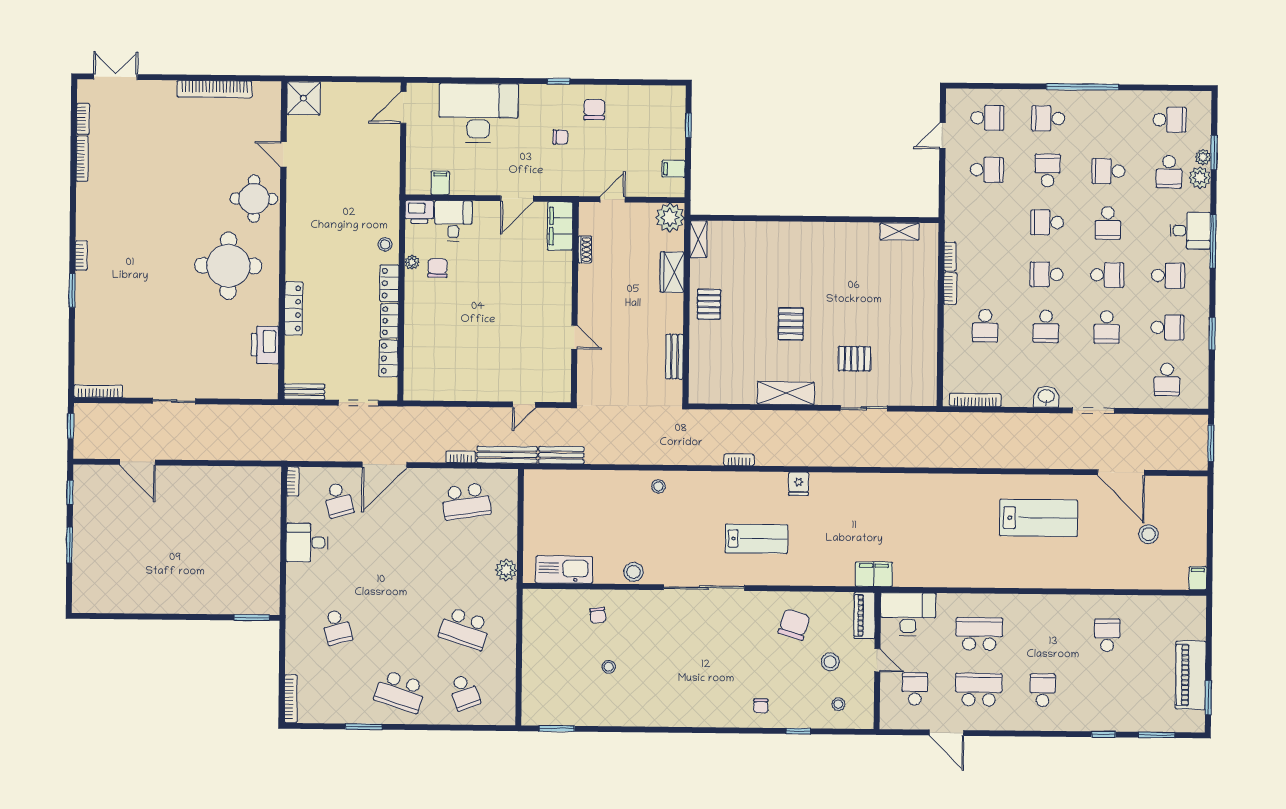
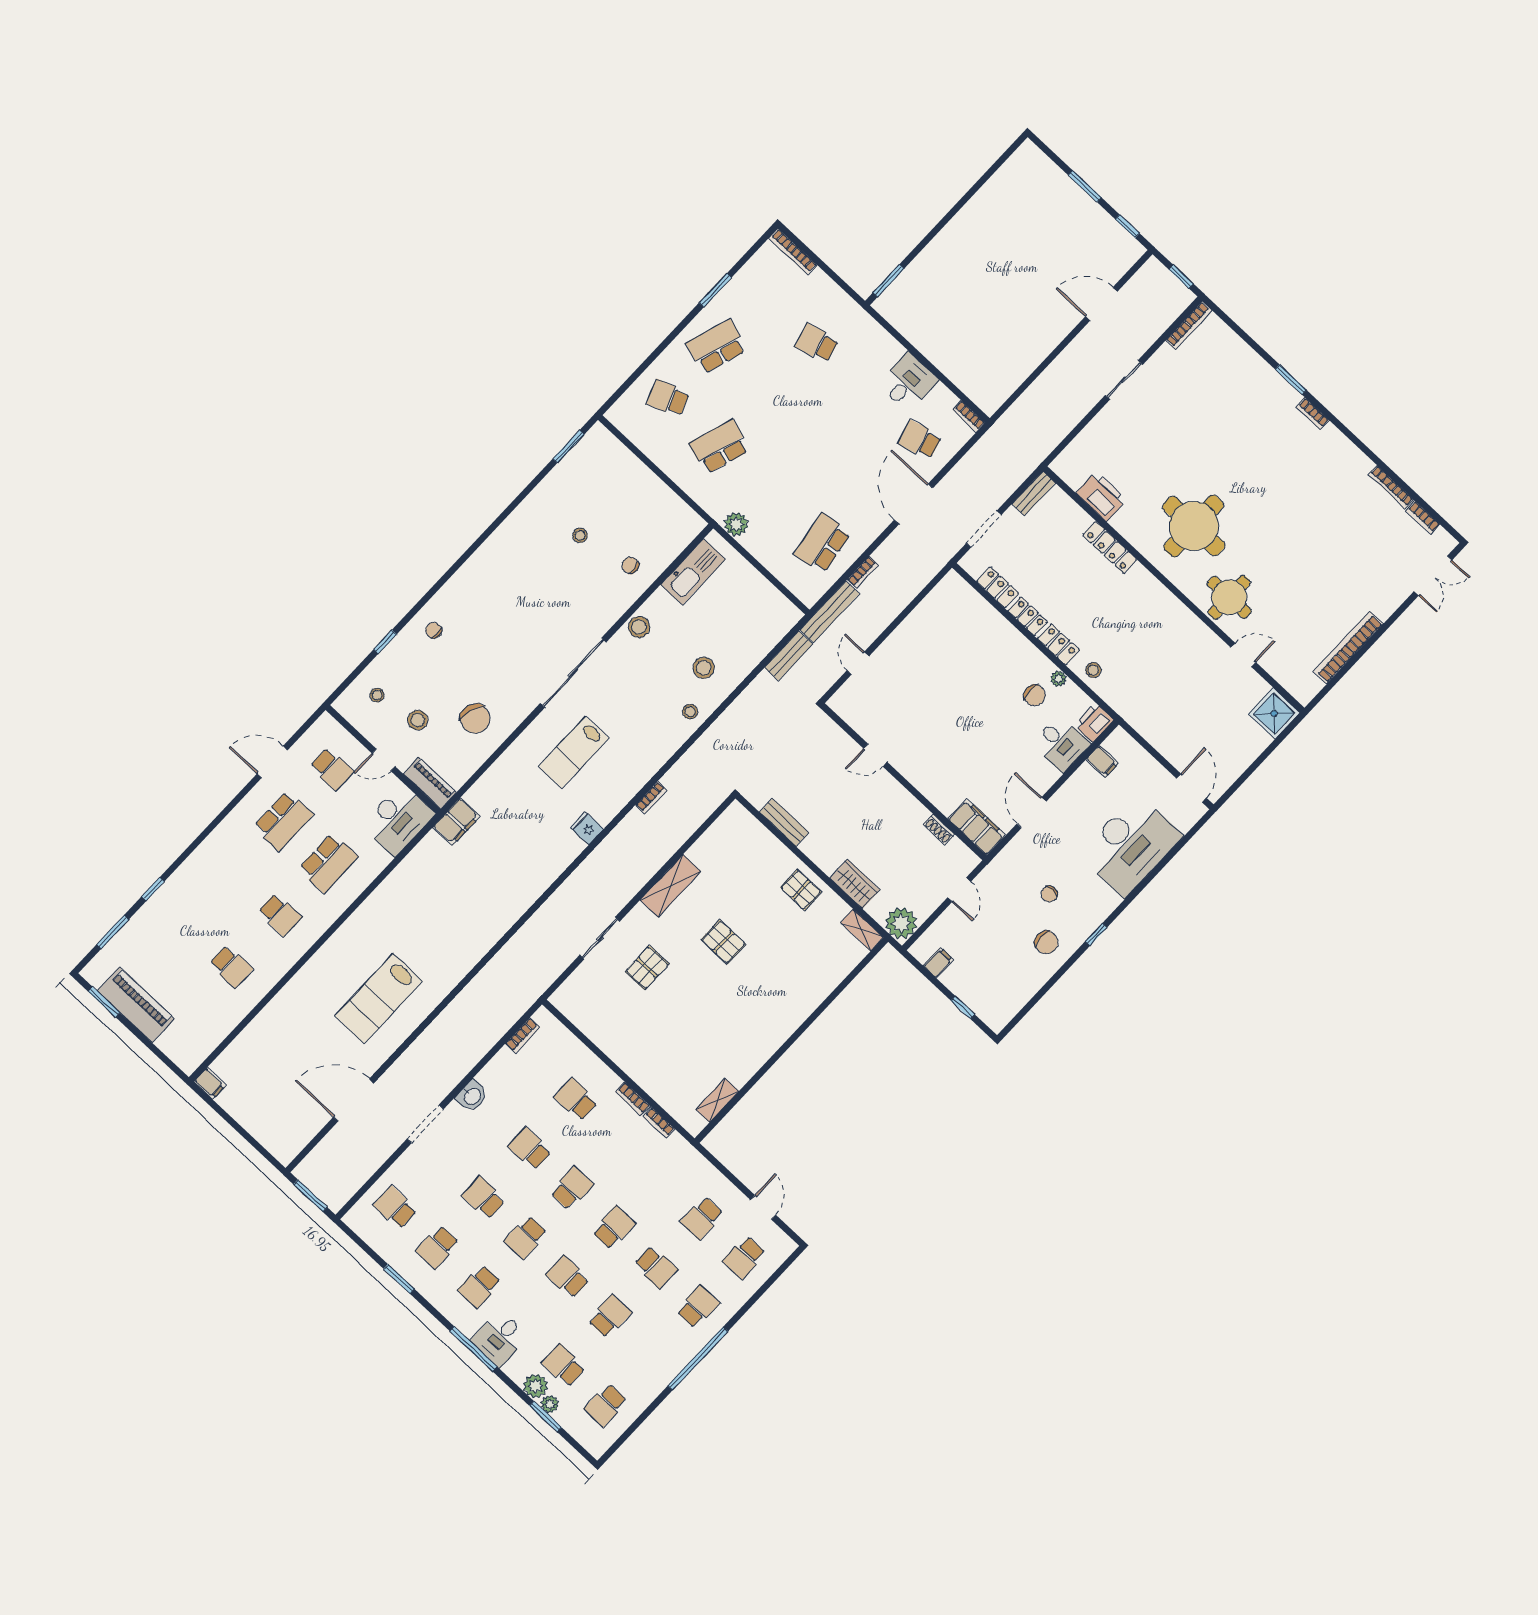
bookcase: (975, 400) -> (523, 1036), width x0.64
stool: (1148, 534) -> (704, 668), moved
school desk: (1043, 690) -> (280, 915), moved

